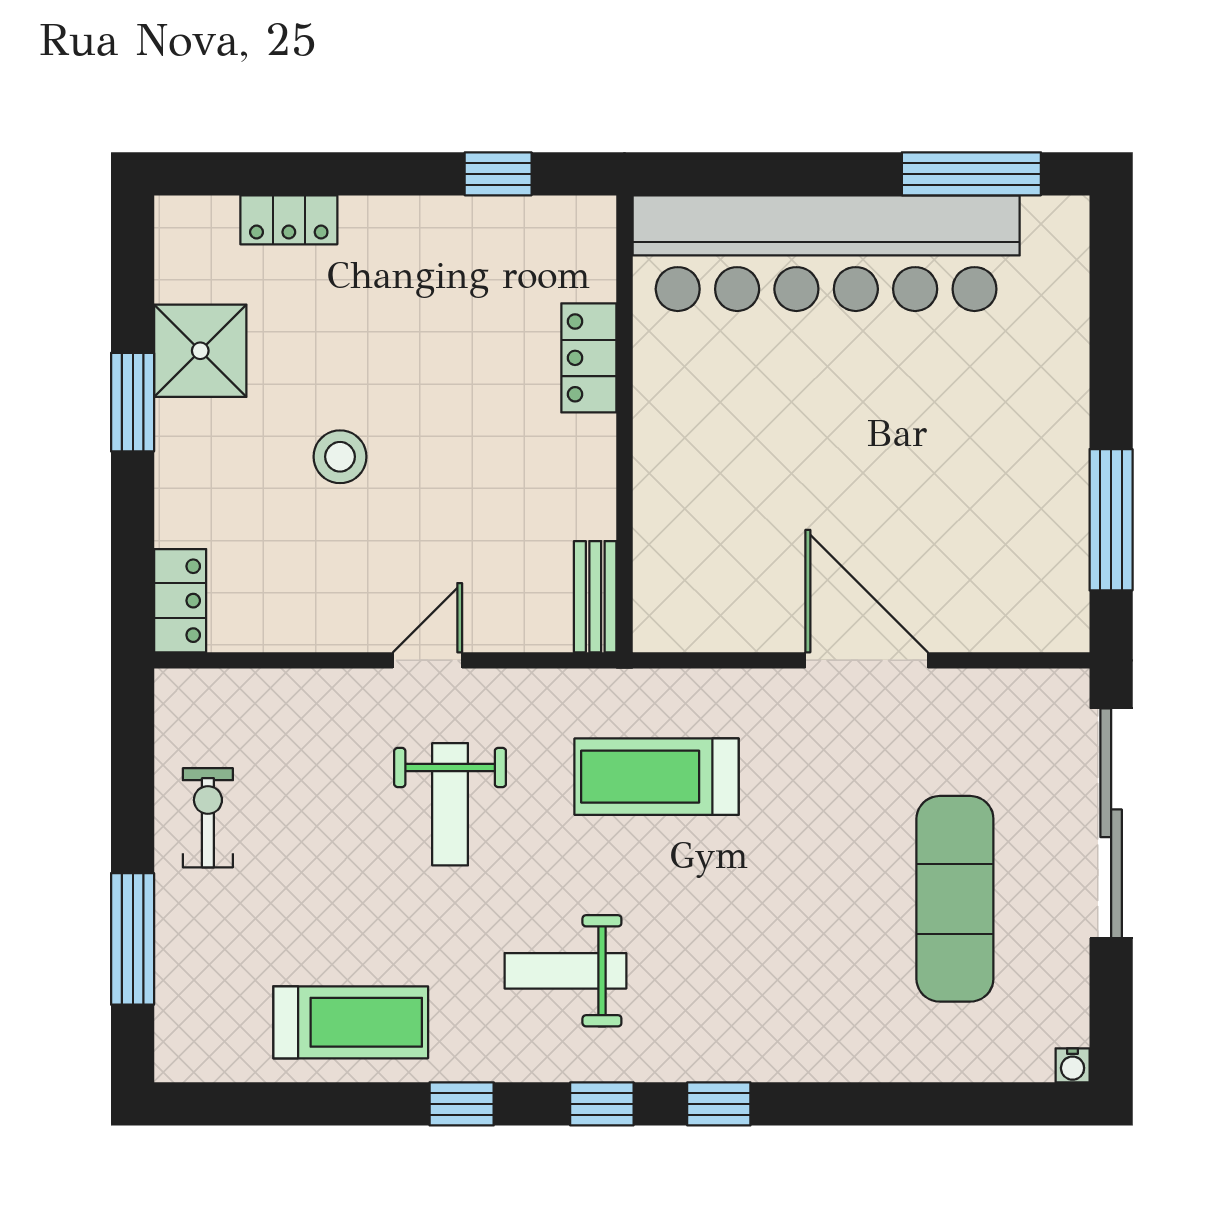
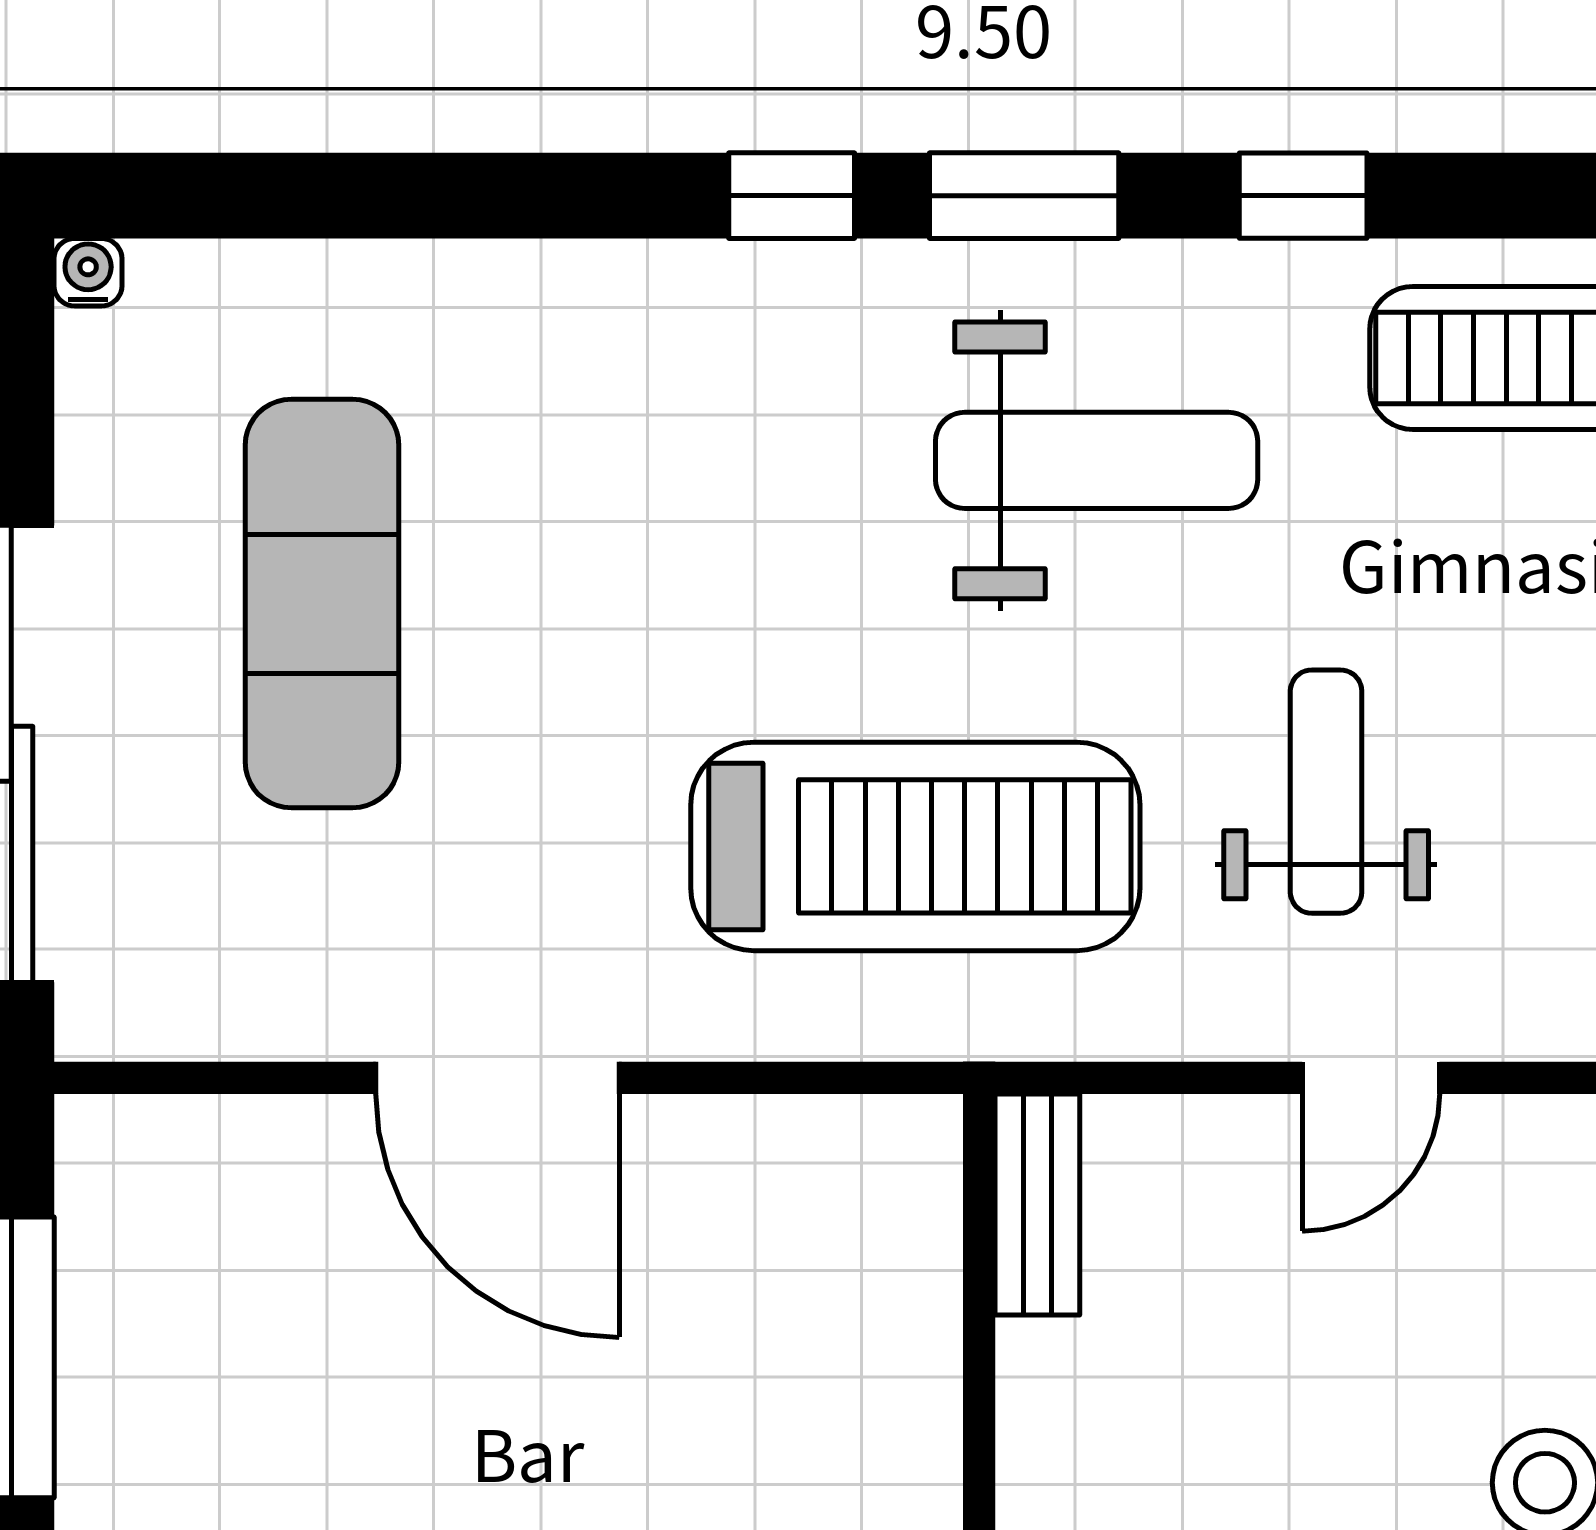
treadmill: (657, 777) -> (915, 846), width x1.37, depth x1.38
weight bench: (565, 971) -> (1097, 460), width x1.36, depth x1.33
window: (602, 1104) -> (1024, 196), width x1.50

